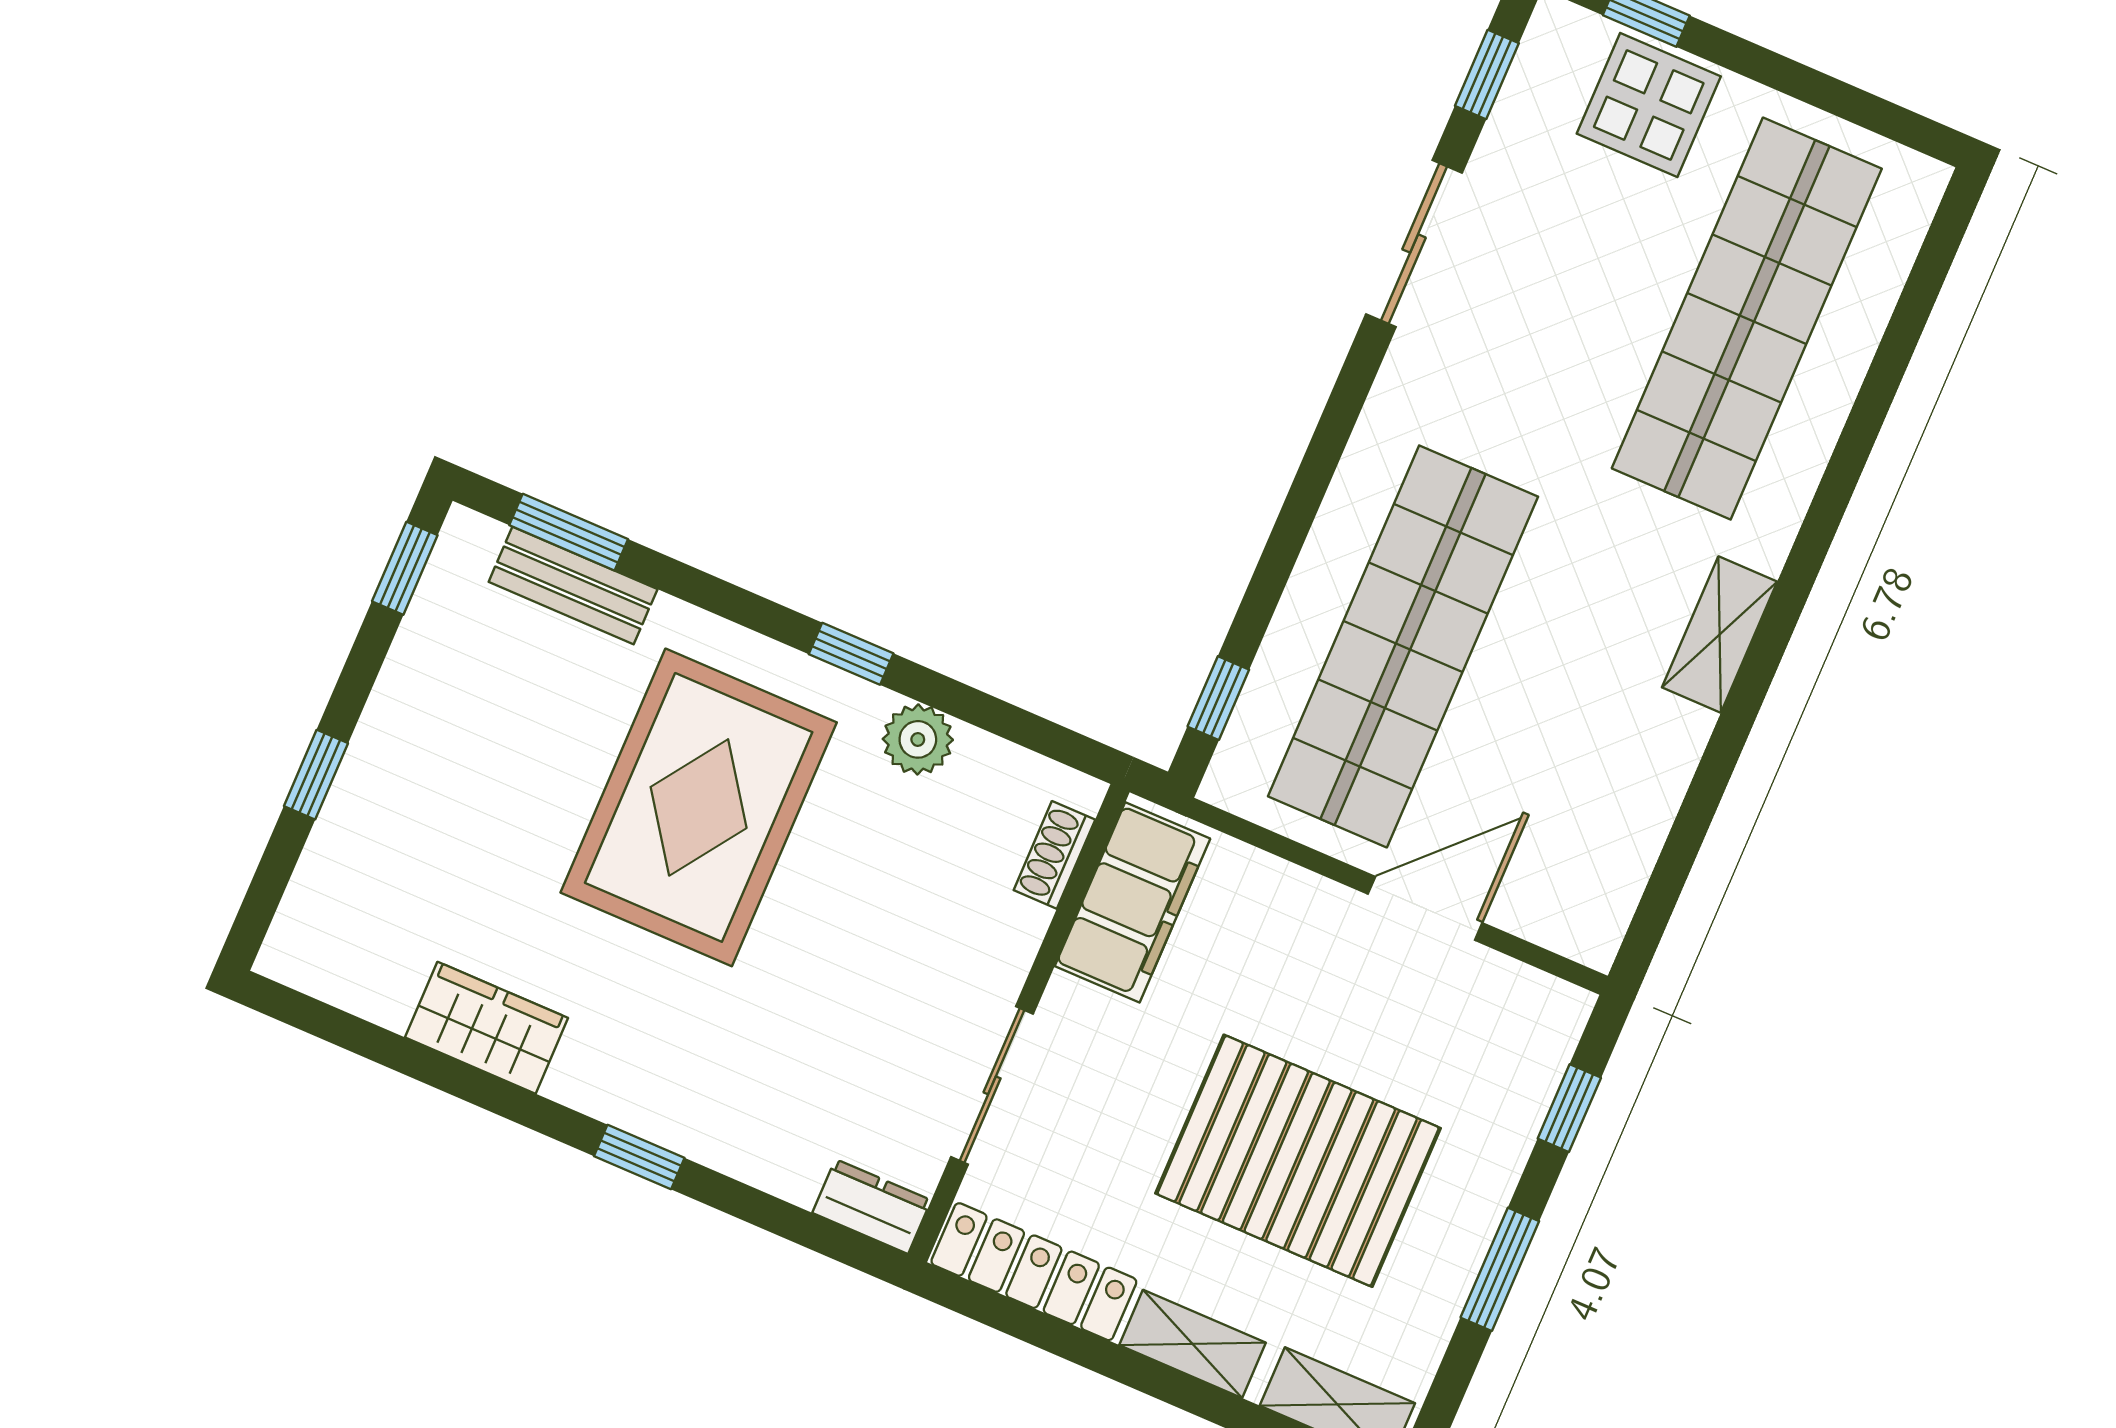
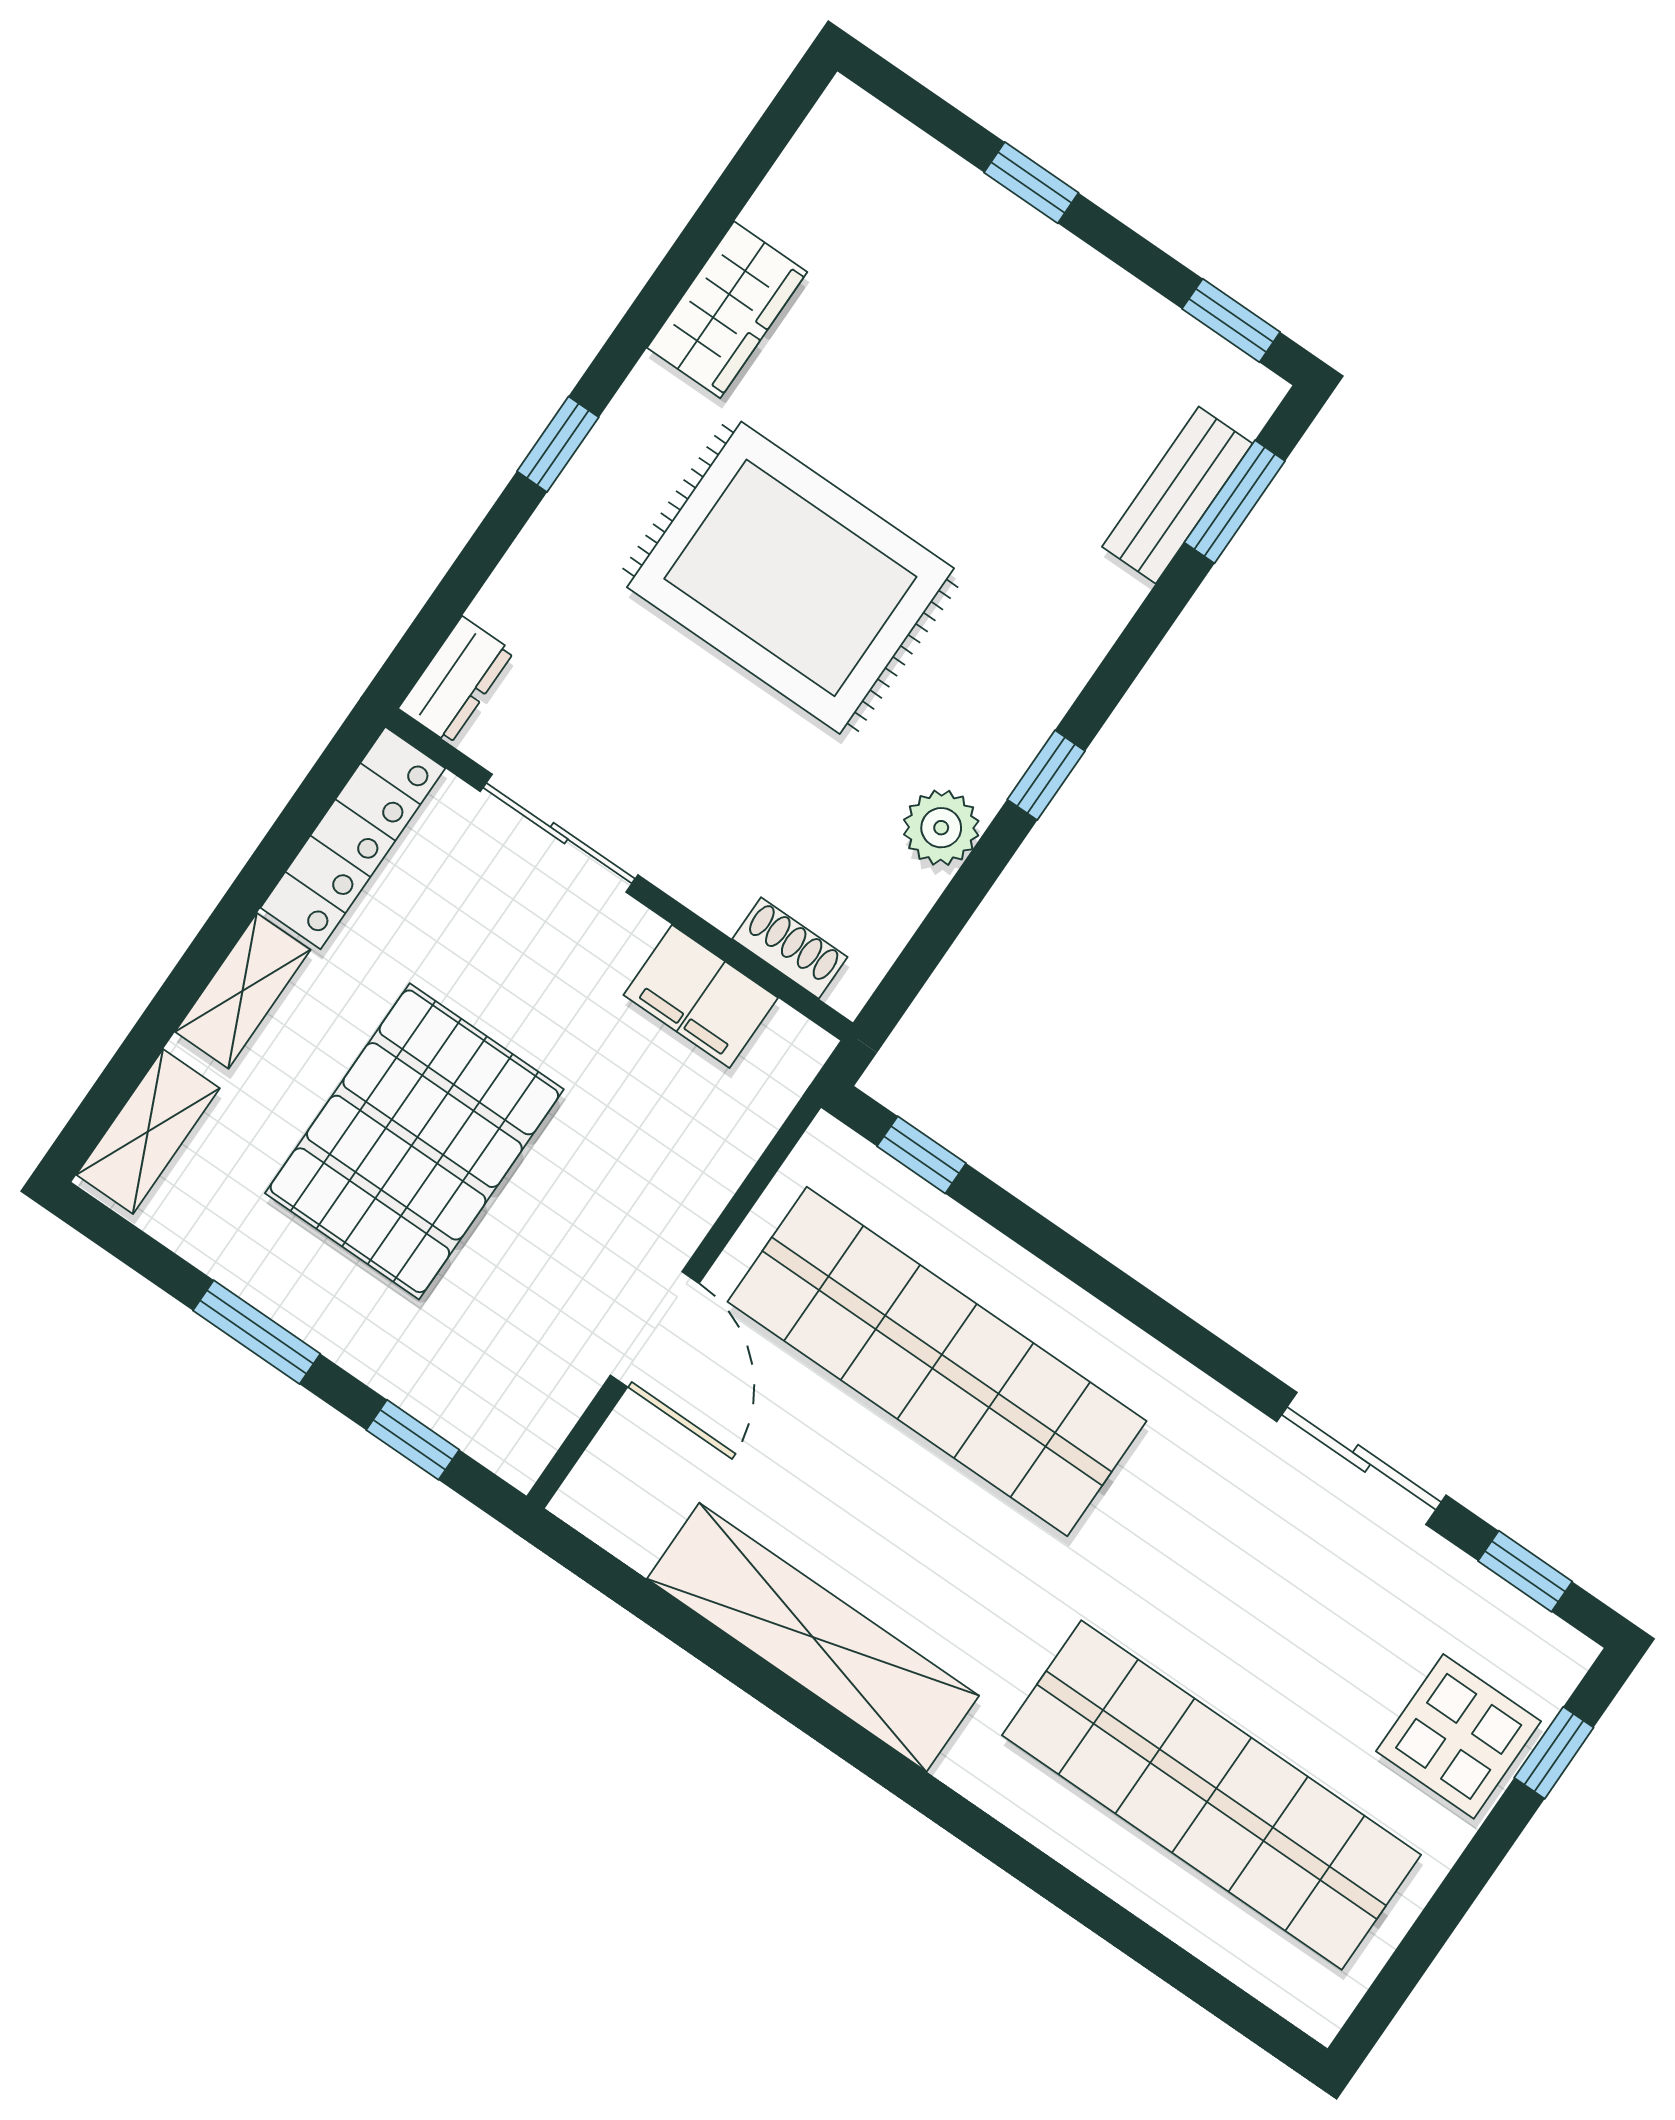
shelving: (1720, 634) -> (813, 1637), width x2.20, depth x1.33
rug: (699, 807) -> (790, 578), moved
filing cabinet: (1132, 902) -> (701, 996), width x0.67, depth x0.86

